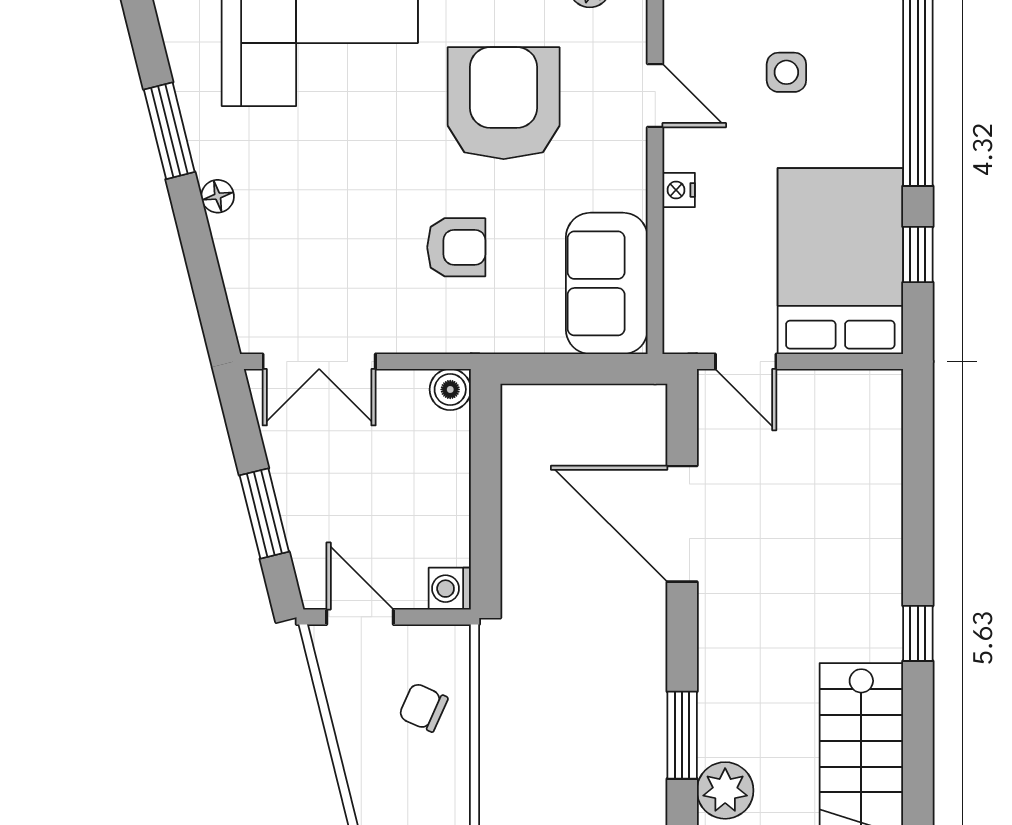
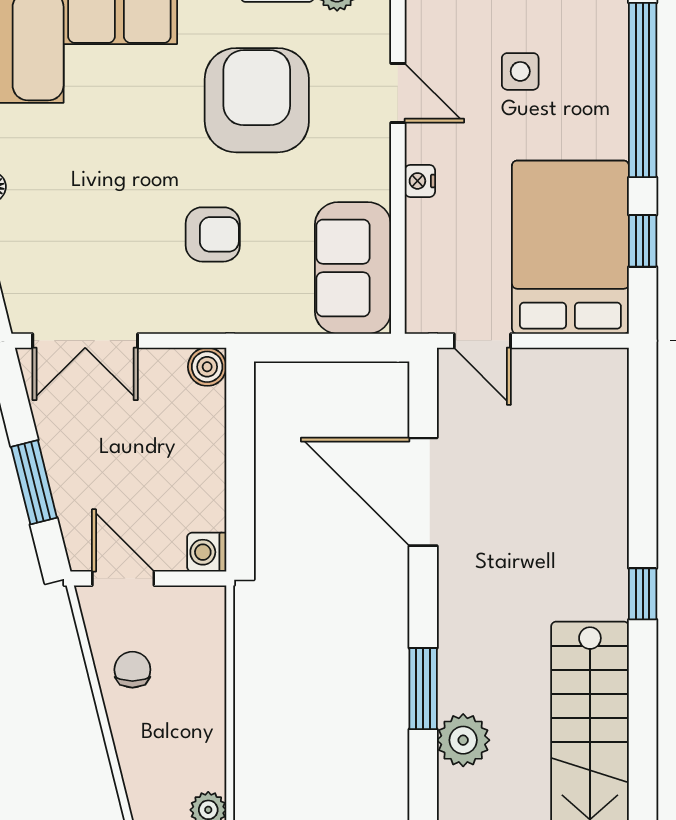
chair: (423, 707) -> (132, 670), moved, turned 66

